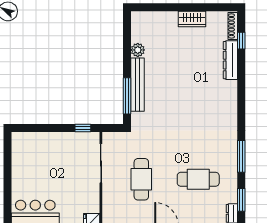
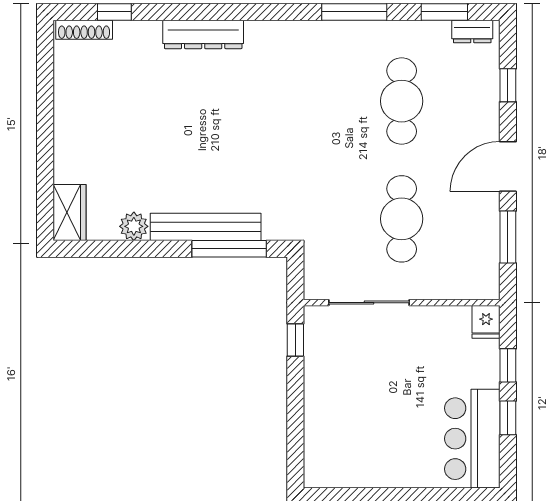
wardrobe: (192, 19) -> (69, 213), moved
dresser: (230, 60) -> (203, 34), moved
cafe table: (141, 179) -> (402, 219), turned 90

